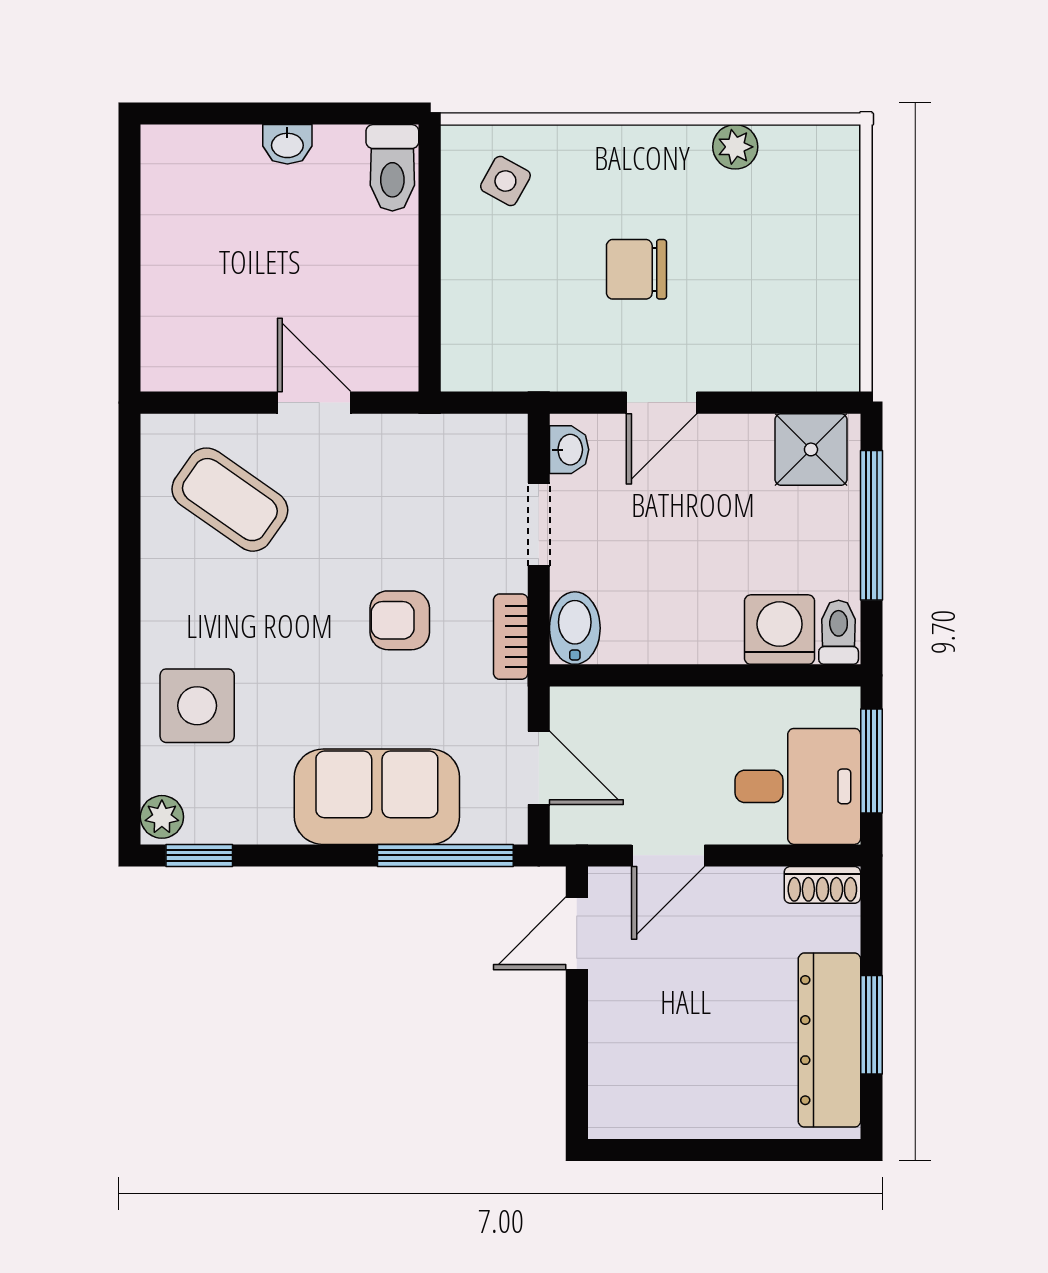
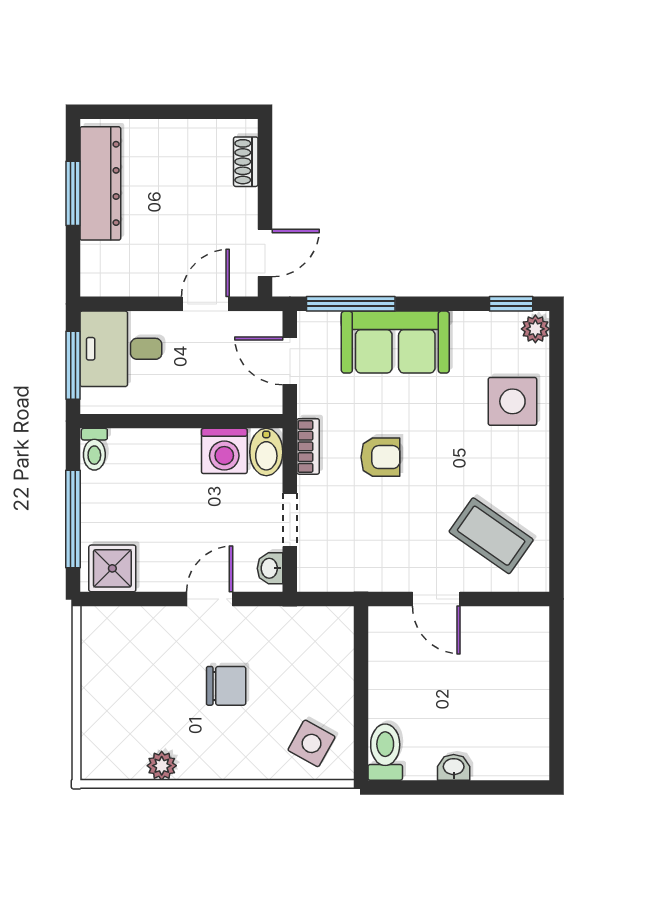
side table: (505, 181) -> (311, 743), width x1.37, depth x1.37
washing machine: (780, 630) -> (224, 451), moved
shoe rack: (822, 885) -> (246, 162), moved, turned -90

